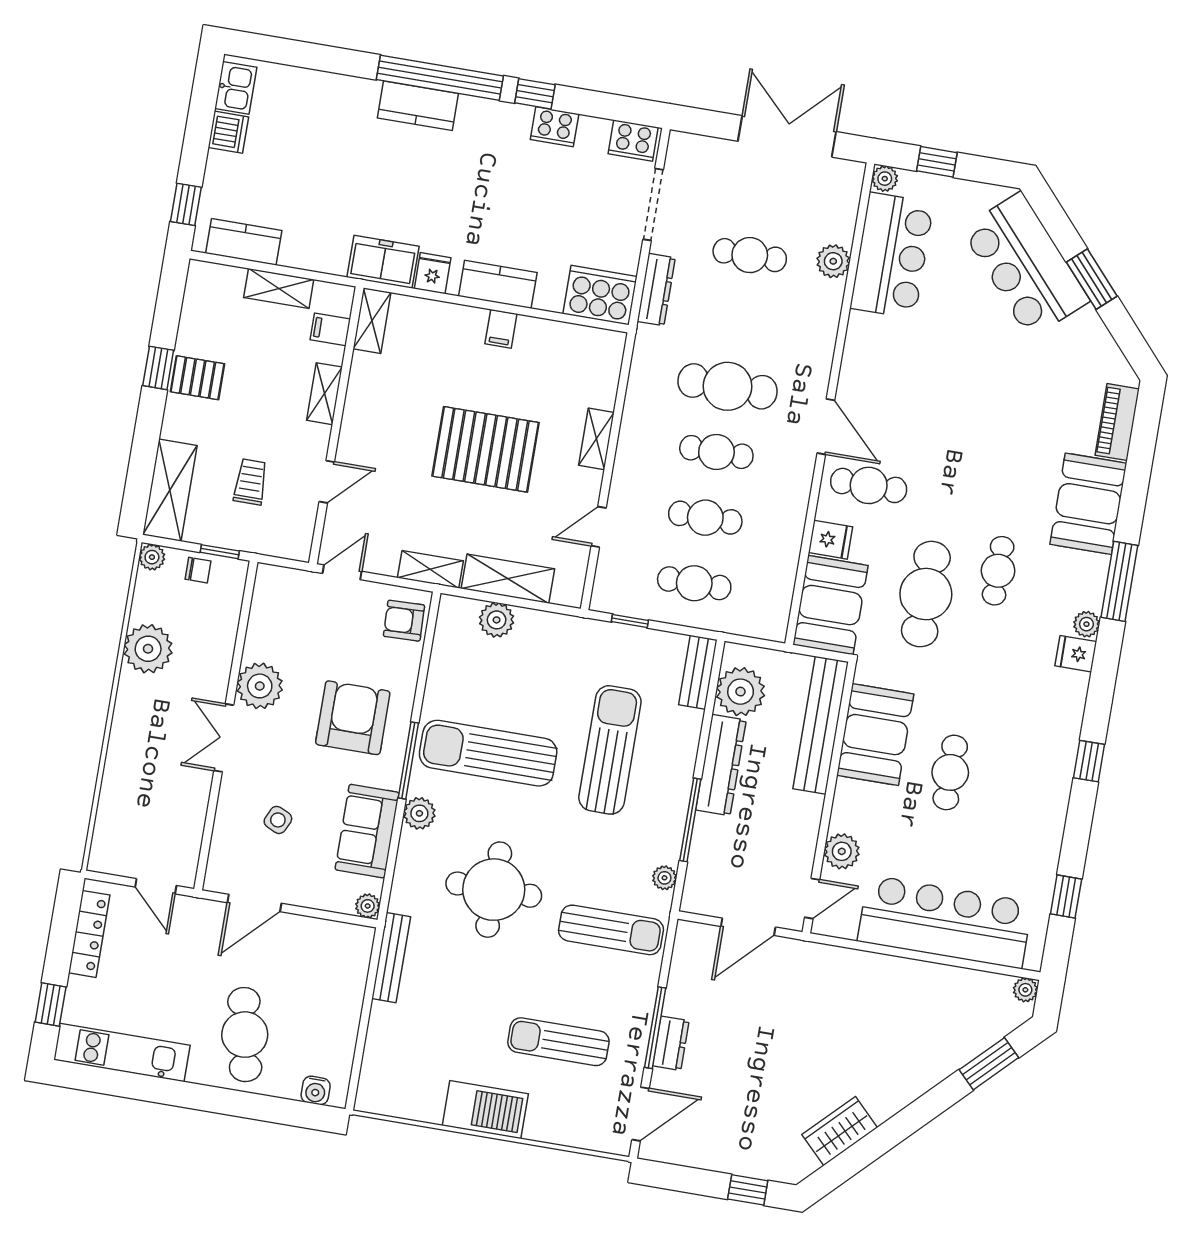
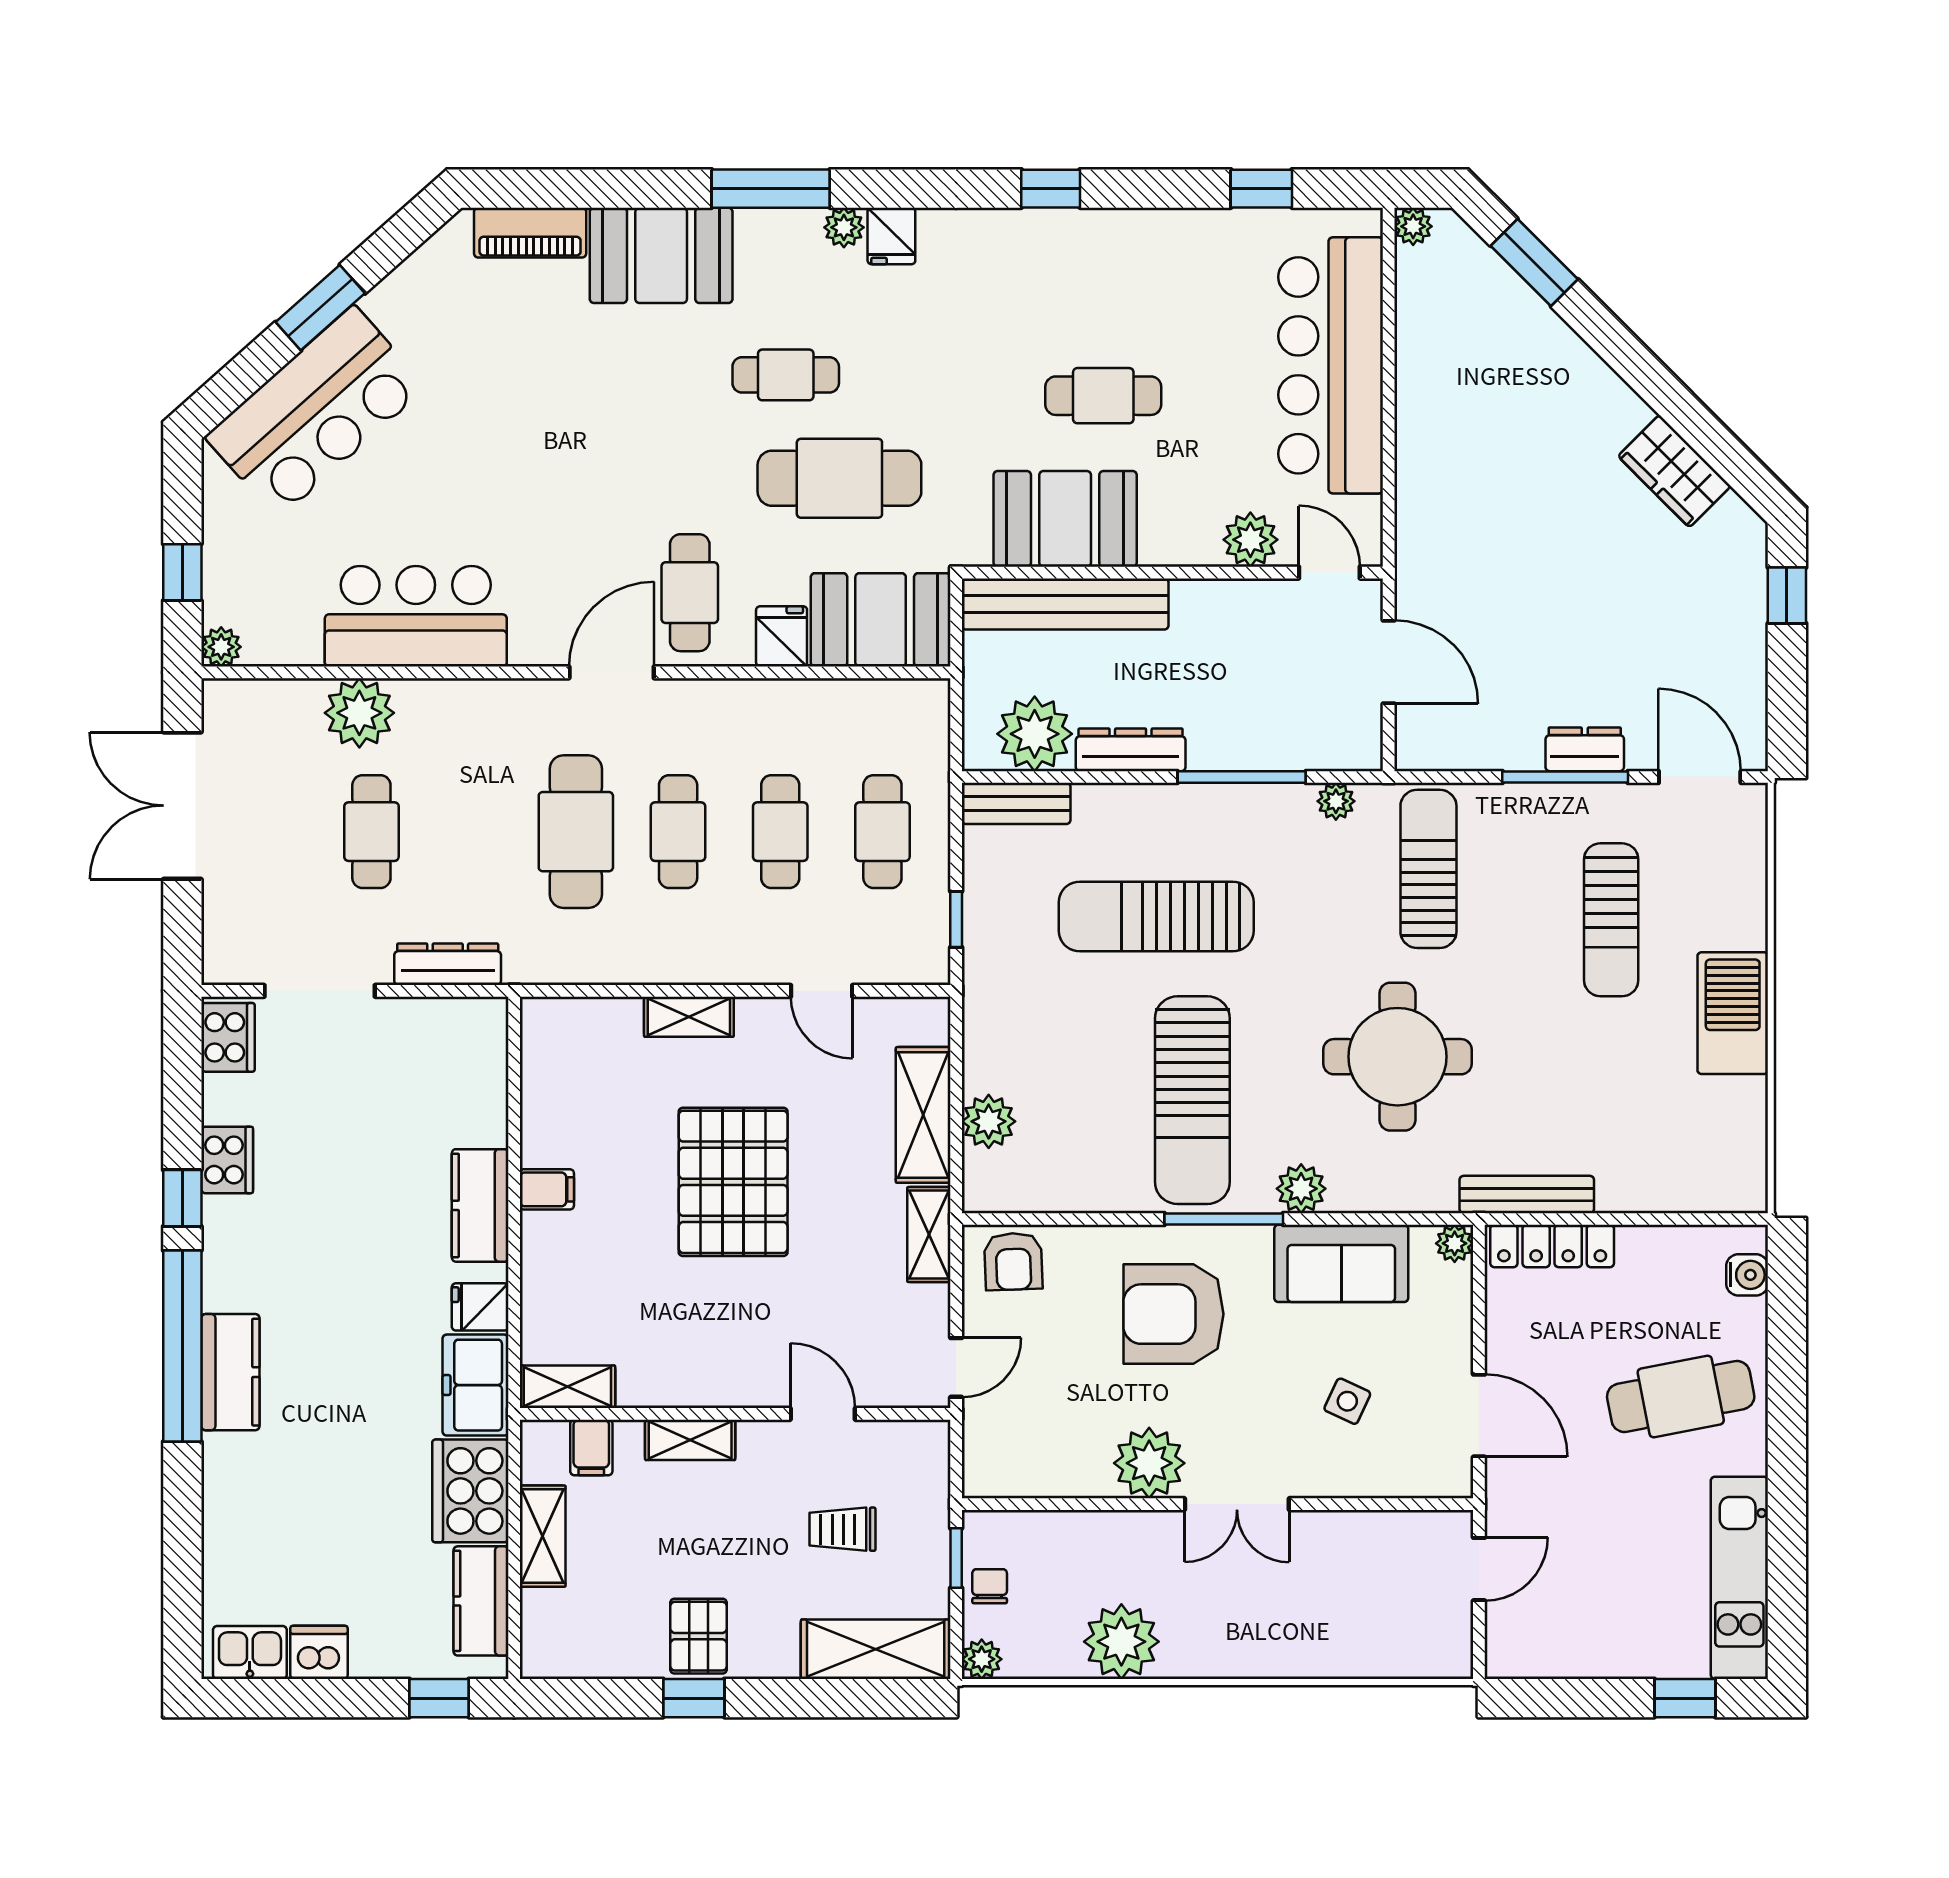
bar counter: (892, 255) -> (416, 616), moved
plant: (833, 261) -> (359, 713), width x1.36, depth x1.36
cooker: (600, 295) -> (470, 1491), moved
door: (342, 572) -> (956, 1367), swing flipped
dresser: (721, 765) -> (1131, 750), width x0.73, depth x0.80
locker: (89, 934) -> (1552, 1246), moved, turned 180

